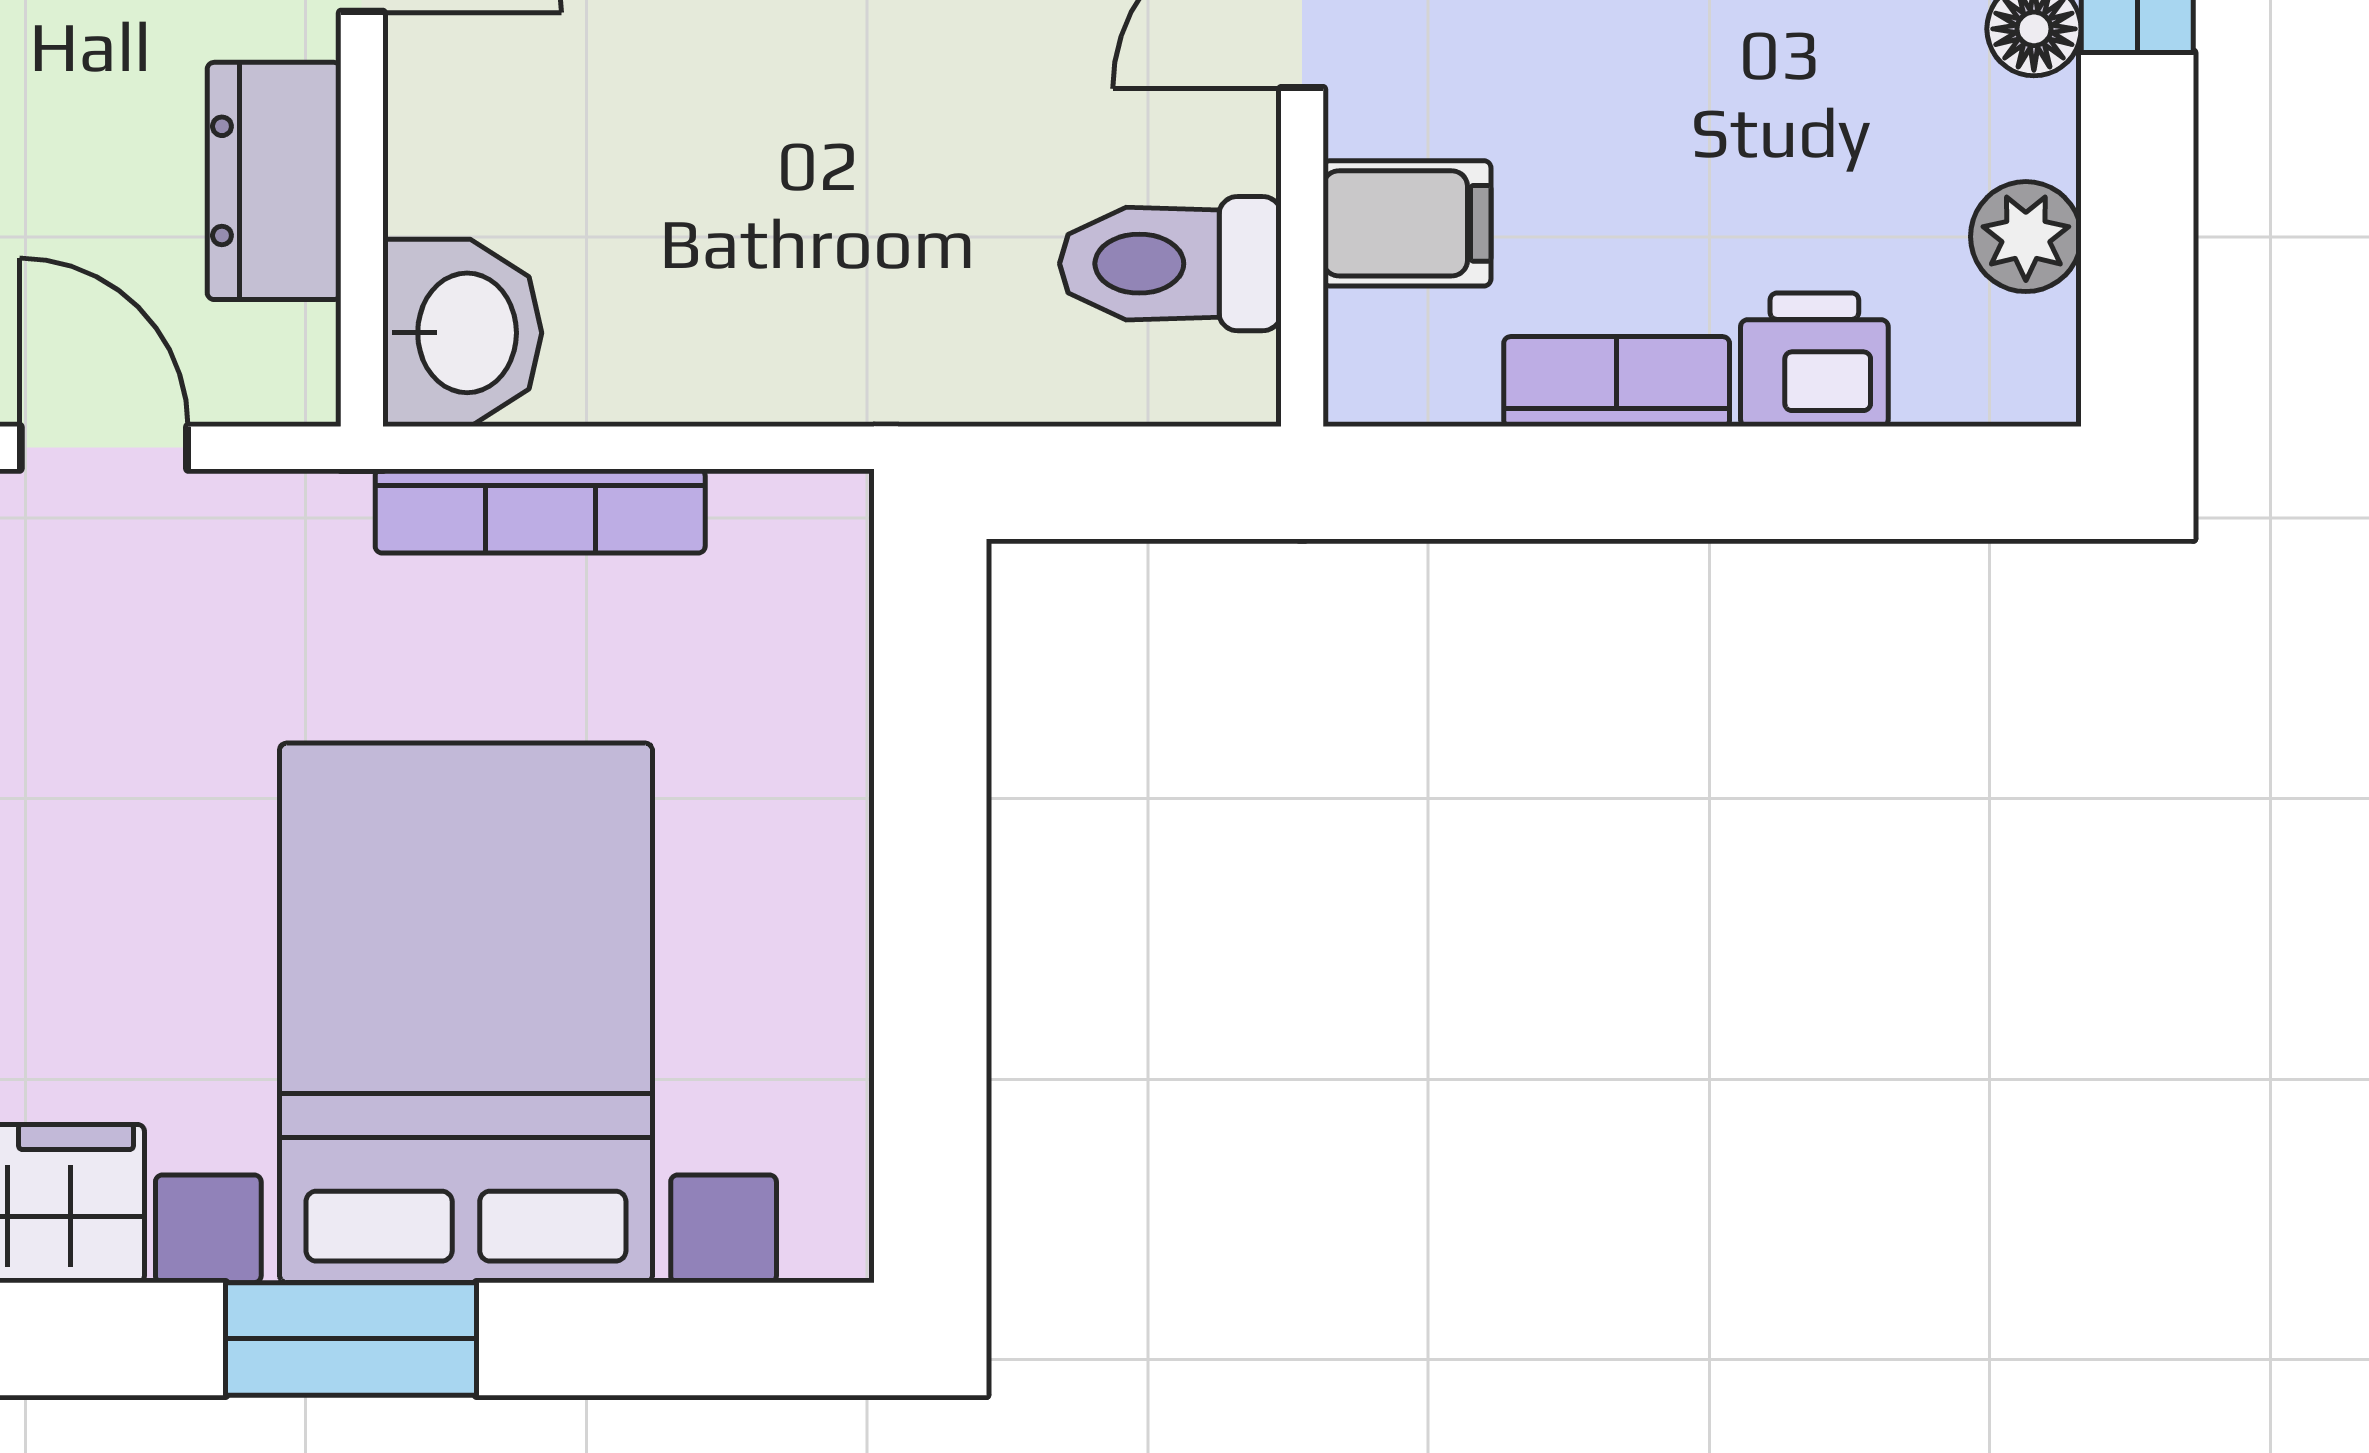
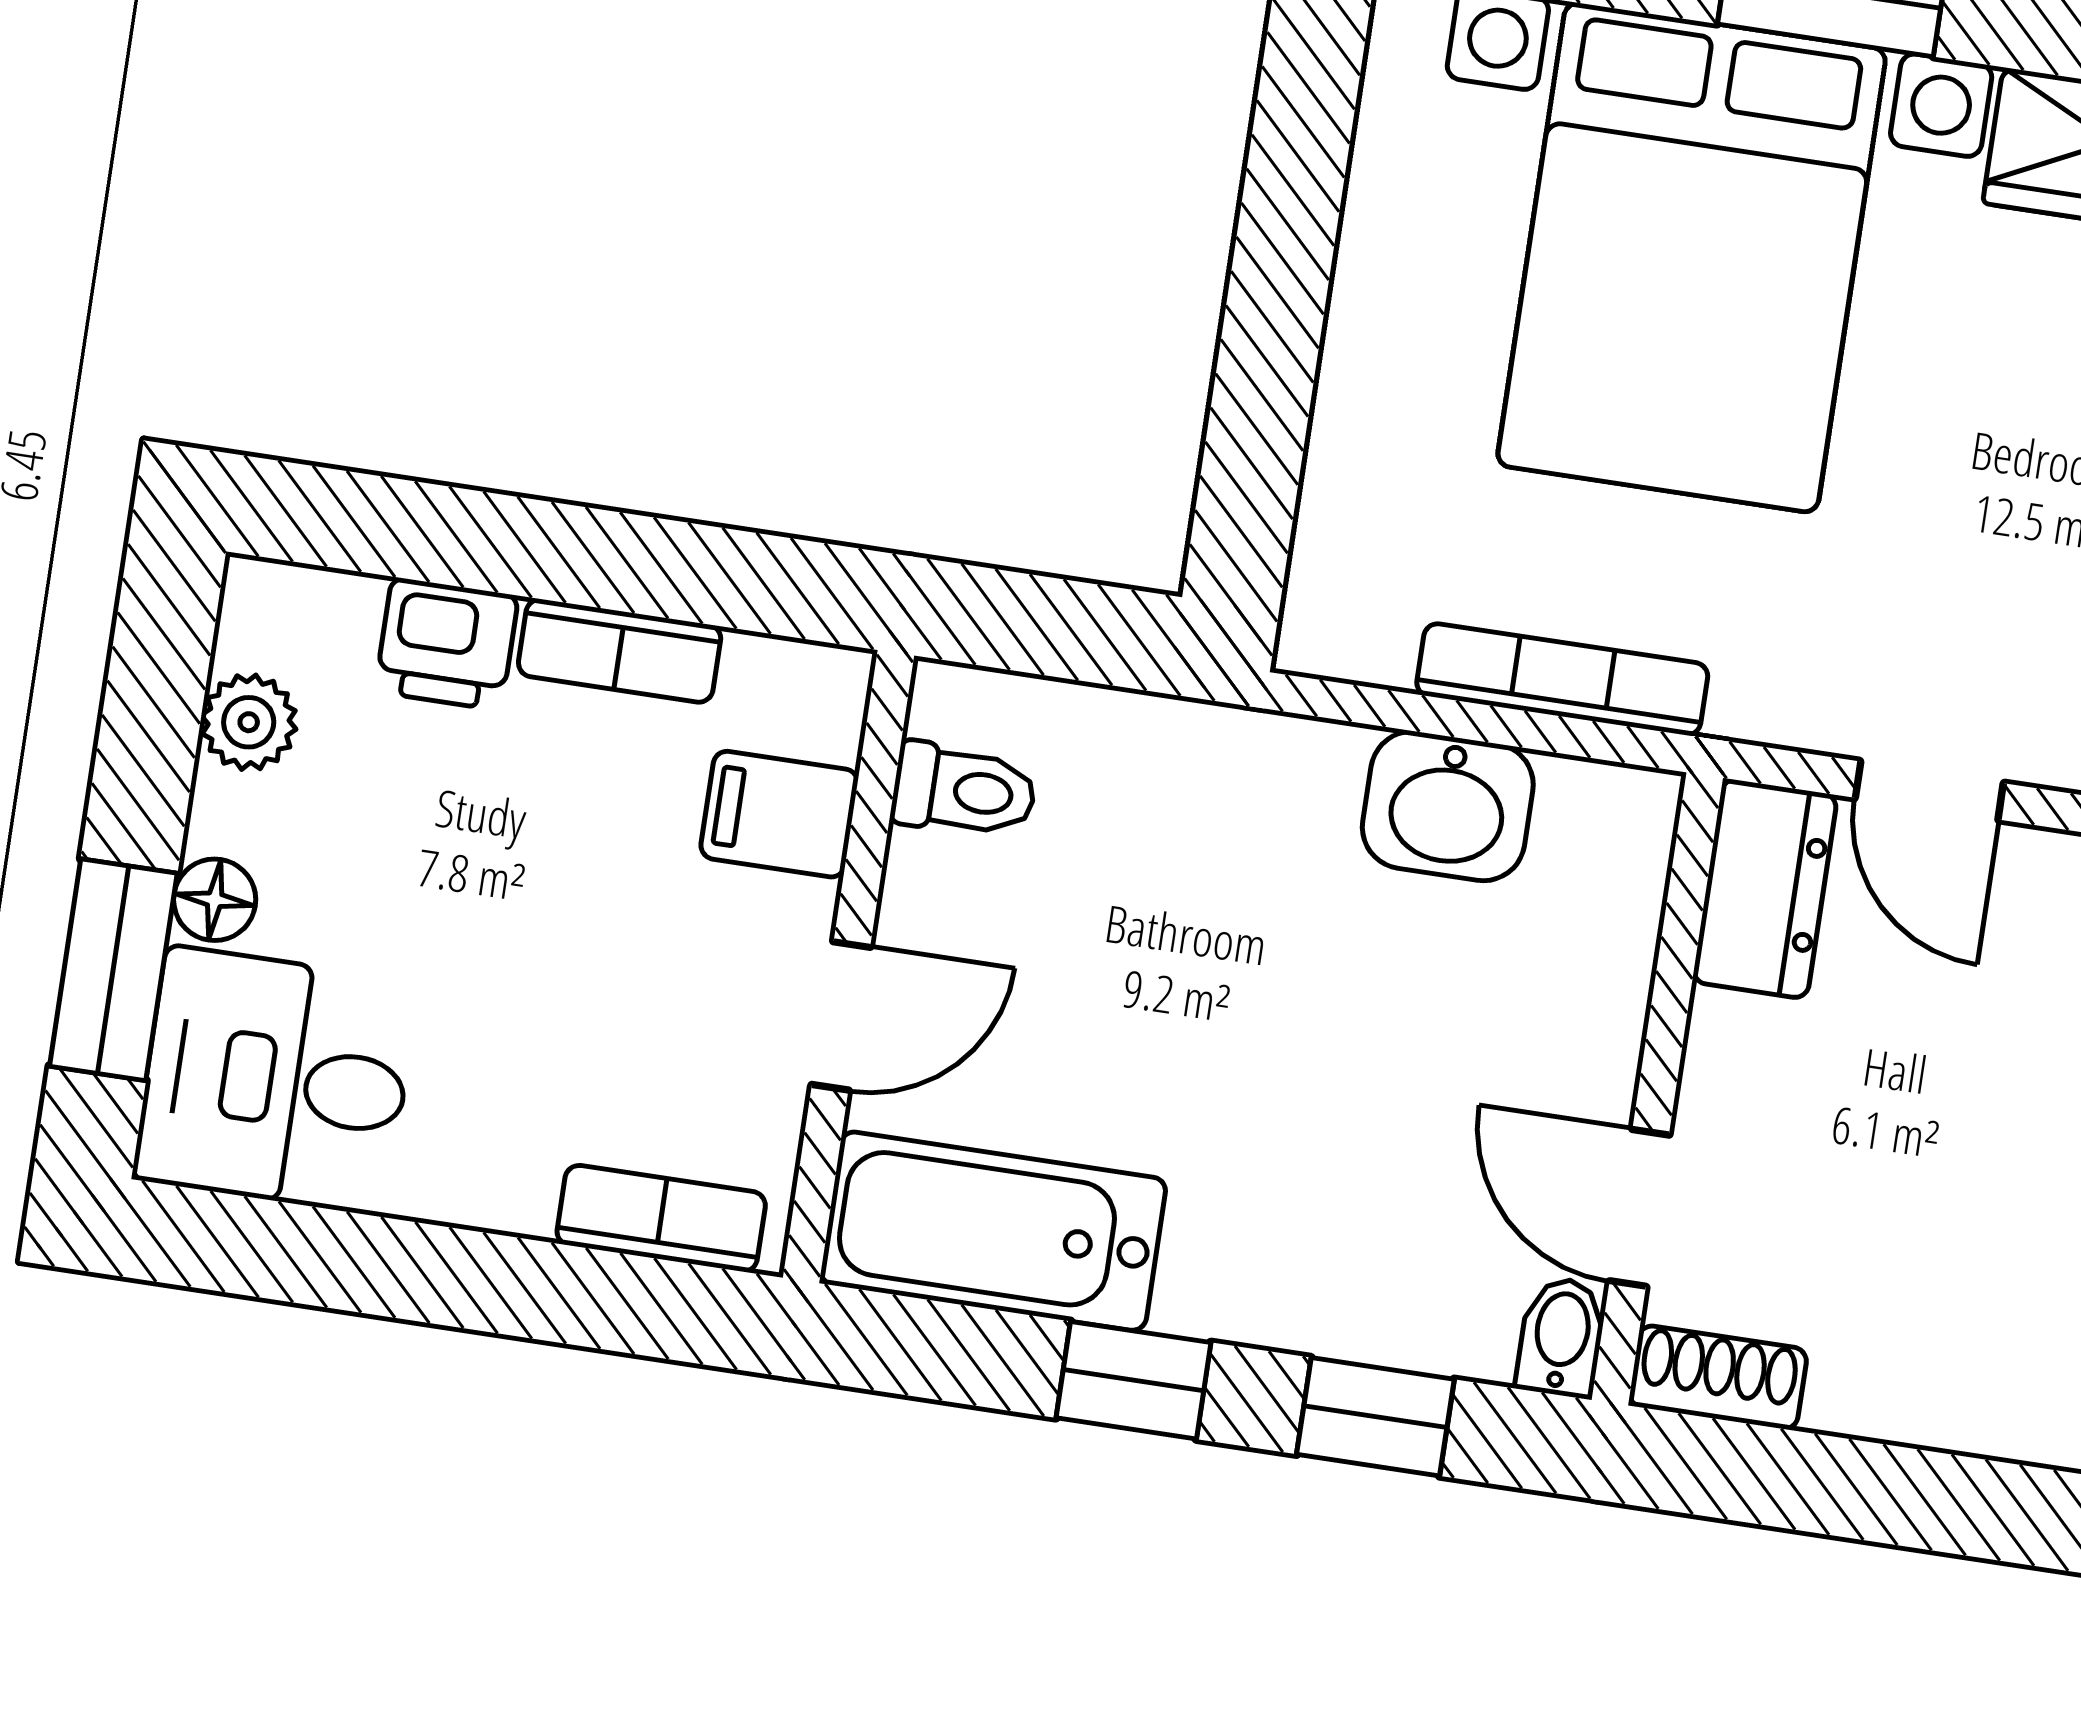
dresser: (274, 181) -> (1765, 889), moved
toilet: (1170, 264) -> (964, 791), width x0.73, depth x0.72
washbasin: (462, 333) -> (1448, 806), moved, turned -90

